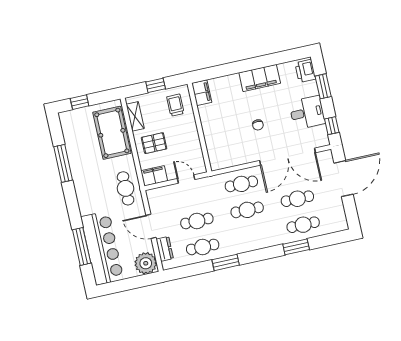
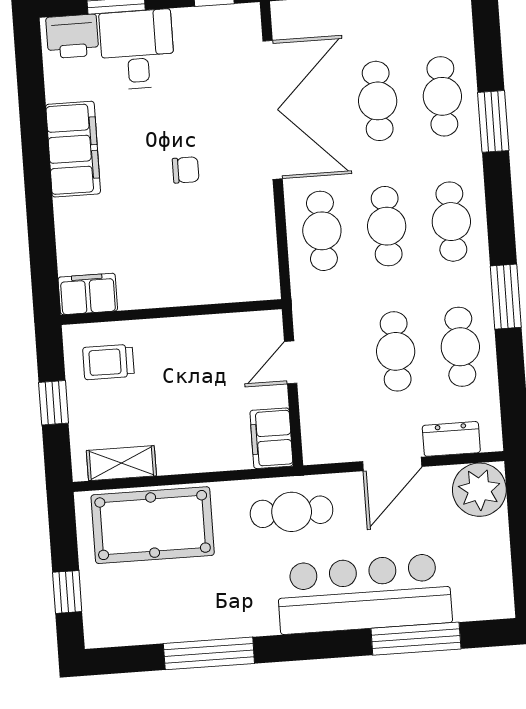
desk: (307, 113) -> (137, 50), moved
pallet: (154, 143) -> (193, 427), removed
cafe table: (253, 236) -> (451, 222), added
bar counter: (102, 248) -> (364, 594), moved

